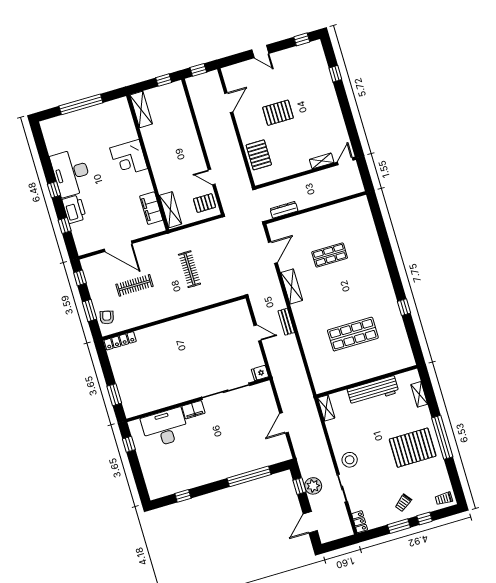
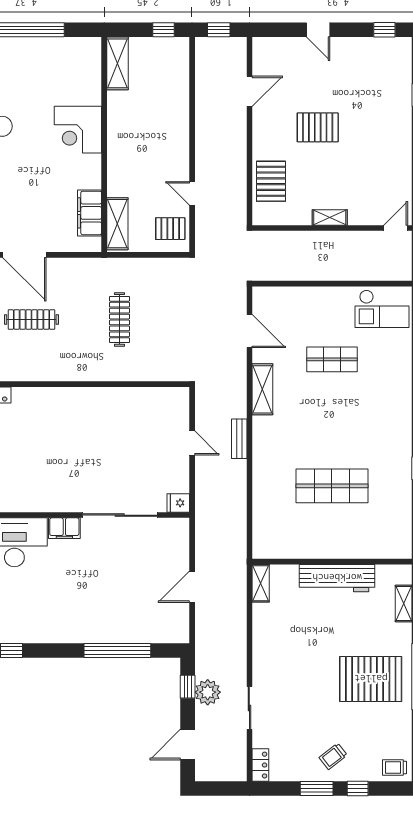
shelving: (322, 161) -> (330, 217), moved
dresser: (284, 210) -> (284, 273), removed
checkout: (352, 214) -> (382, 309), added
door: (273, 252) -> (249, 331), hinge flipped
stool: (350, 460) -> (273, 670), removed

